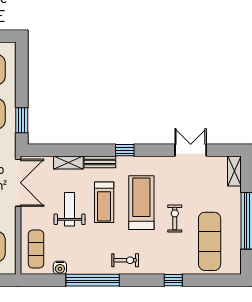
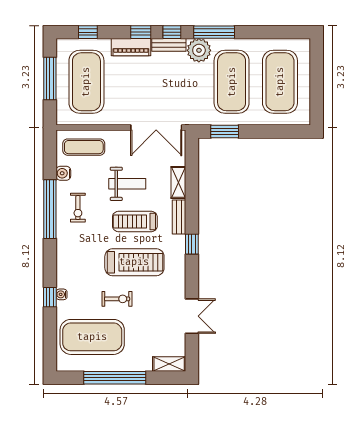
exercise mat: (210, 241) -> (92, 337), width x1.47
exercise bike: (125, 260) -> (78, 208), moved
water cooler: (171, 269) -> (62, 294), added

